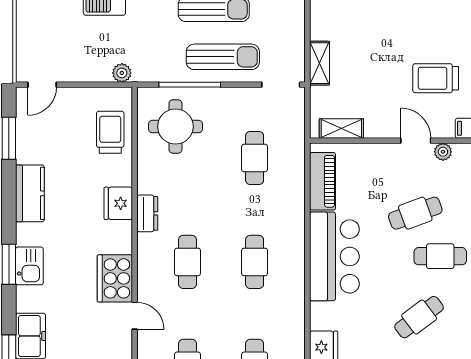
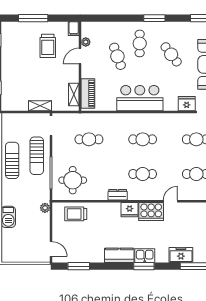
sun lounger: (223, 57) -> (37, 156), turned 180
piano: (323, 181) -> (88, 94), moved, turned 90
kitchen counter: (30, 193) -> (119, 255), moved
fridge: (118, 203) -> (130, 210), moved

